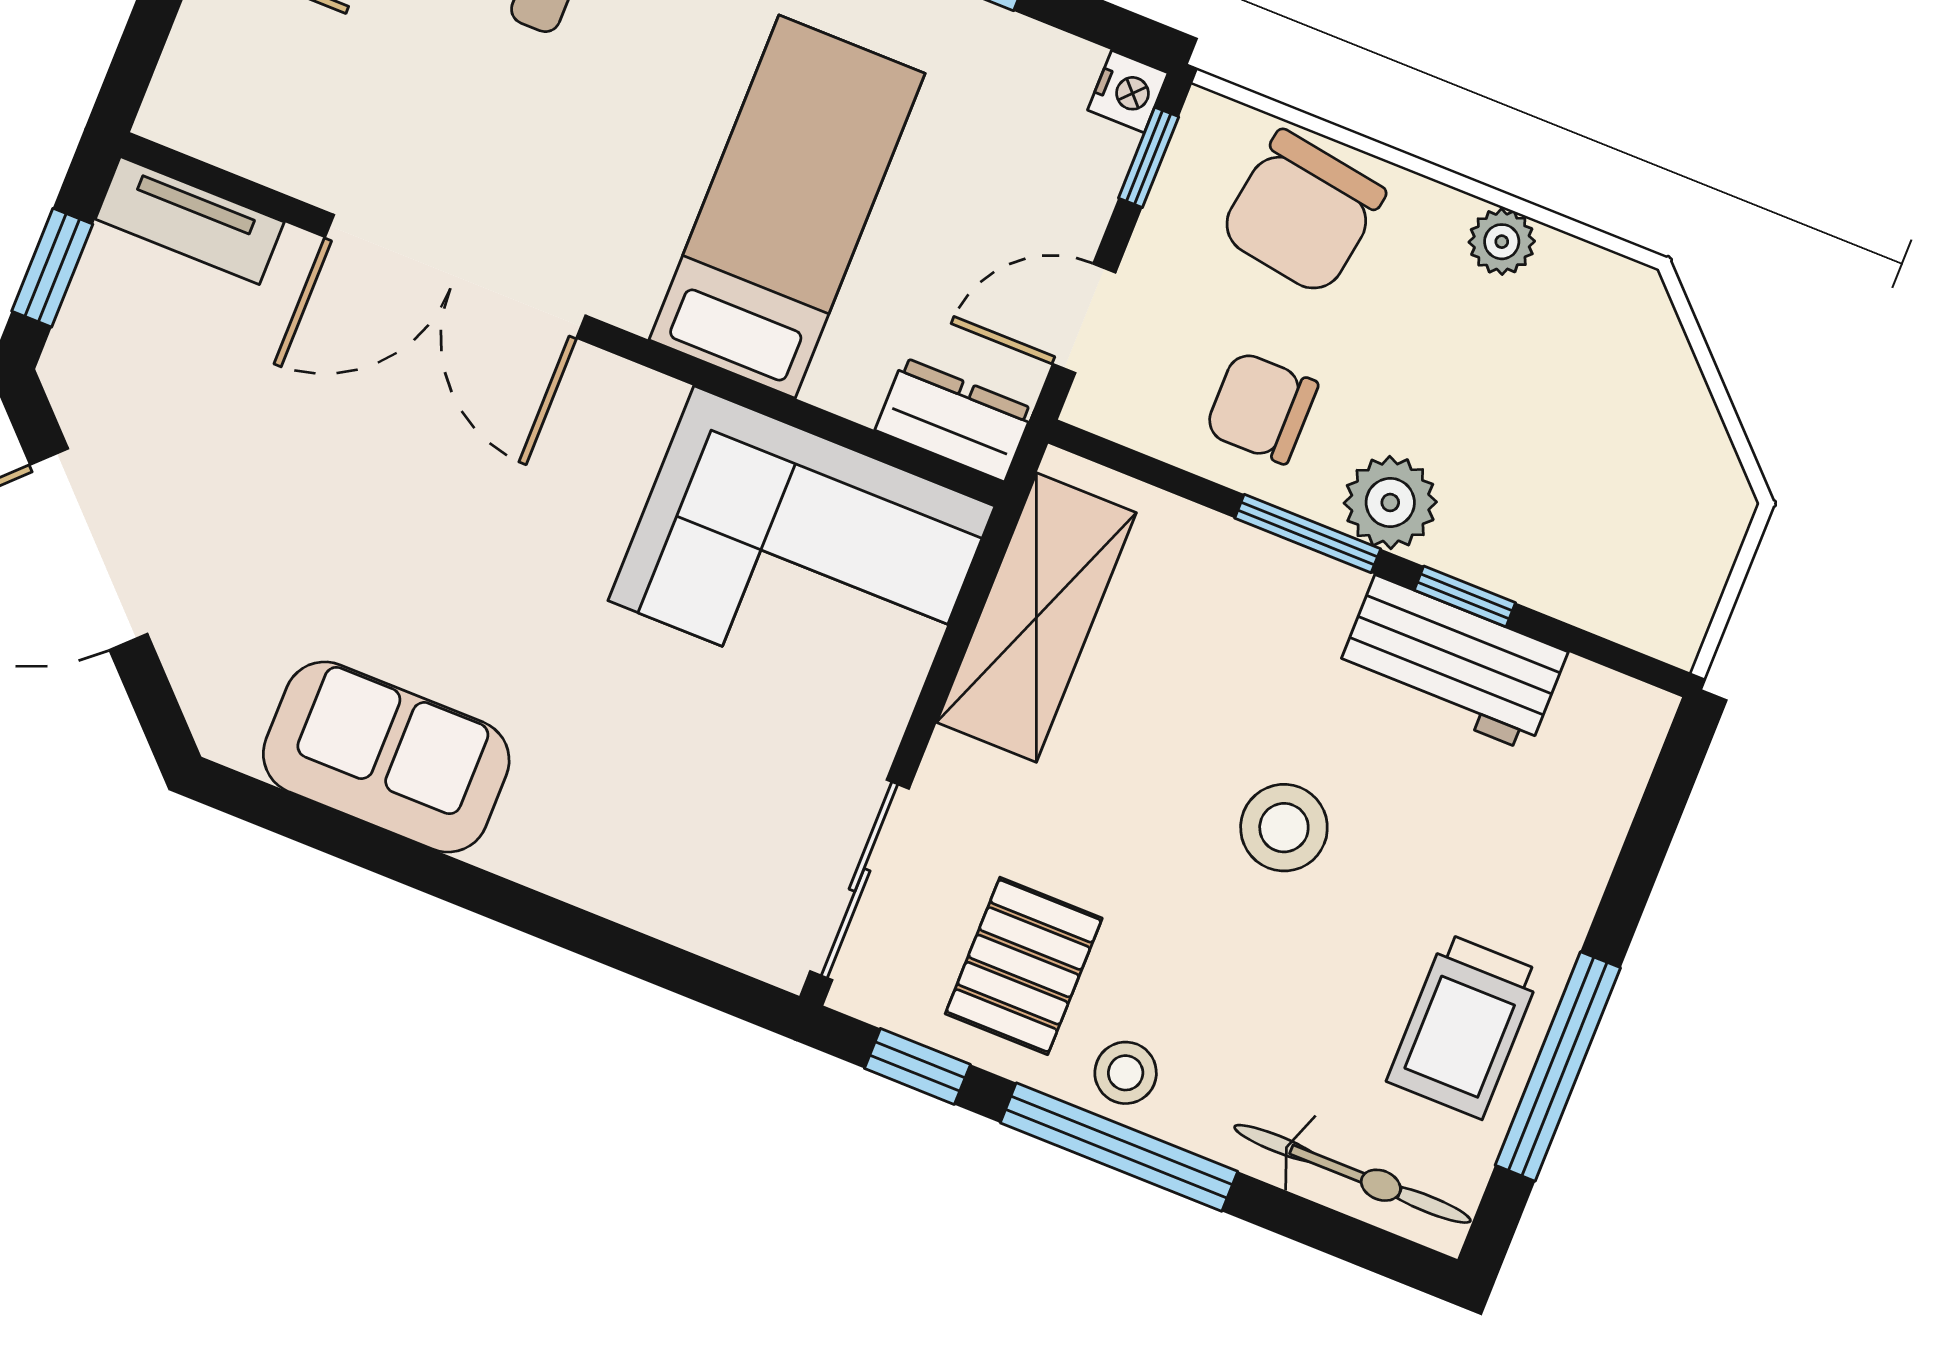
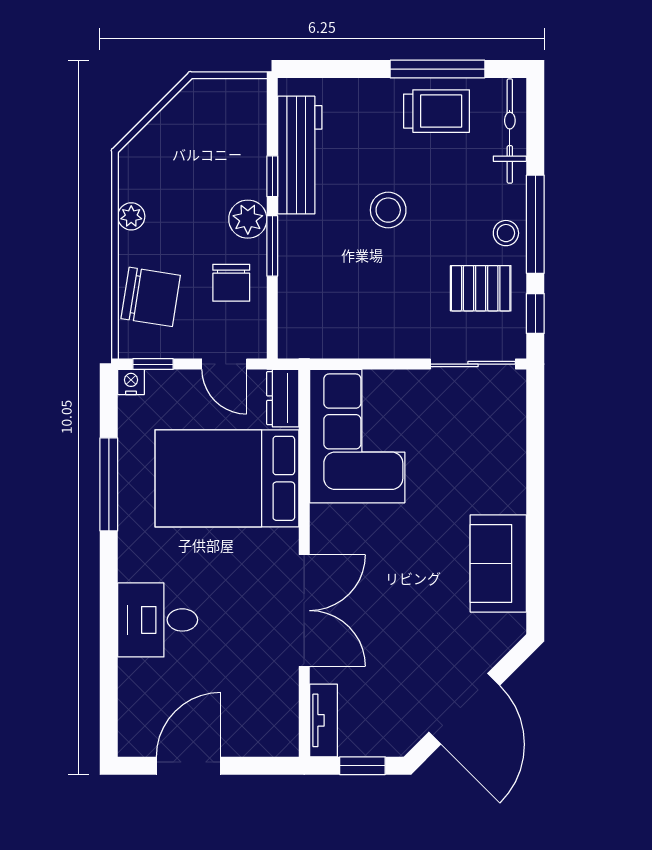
bed: (787, 207) -> (227, 478), width x1.50
shelving: (1036, 618) -> (346, 337), removed
workbench: (1452, 663) -> (300, 155), width x1.38

